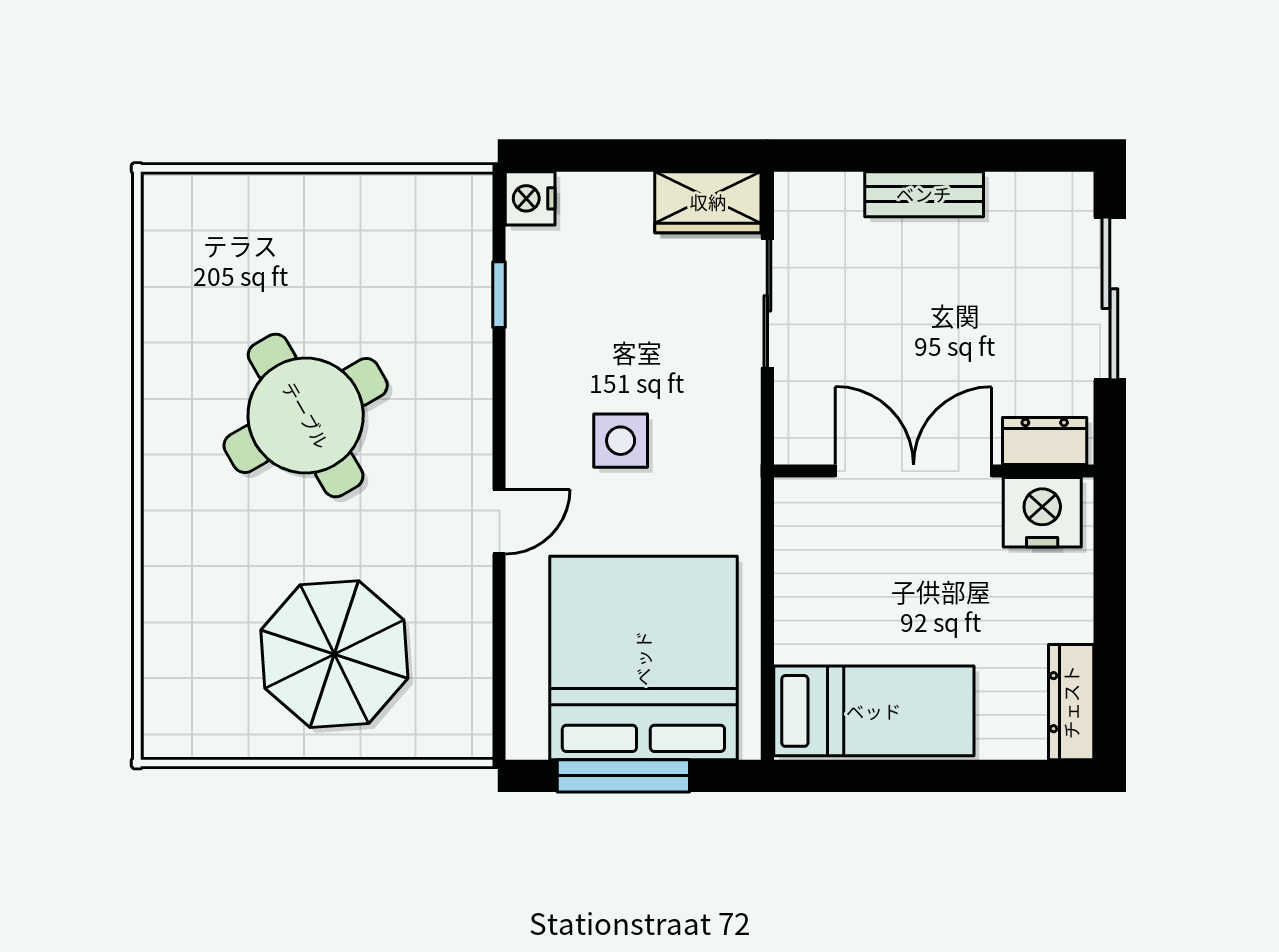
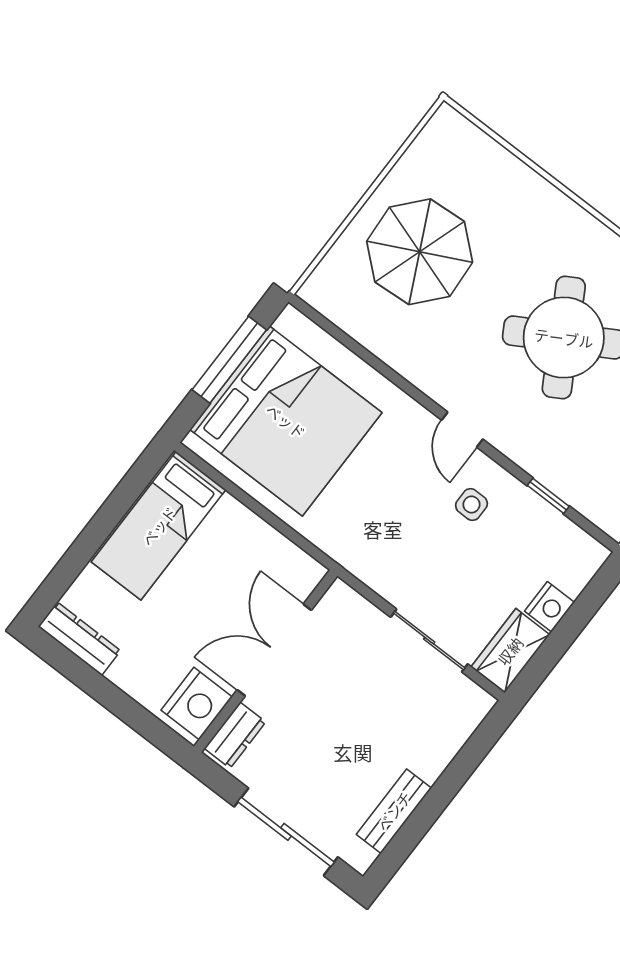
bench: (924, 194) -> (394, 811), moved
nightstand: (530, 198) -> (549, 607), moved, turned 90
side table: (621, 441) -> (471, 504), moved, width x0.73, depth x0.73
double door: (914, 471) -> (274, 650), swing flipped
door: (499, 522) -> (462, 430), moved

